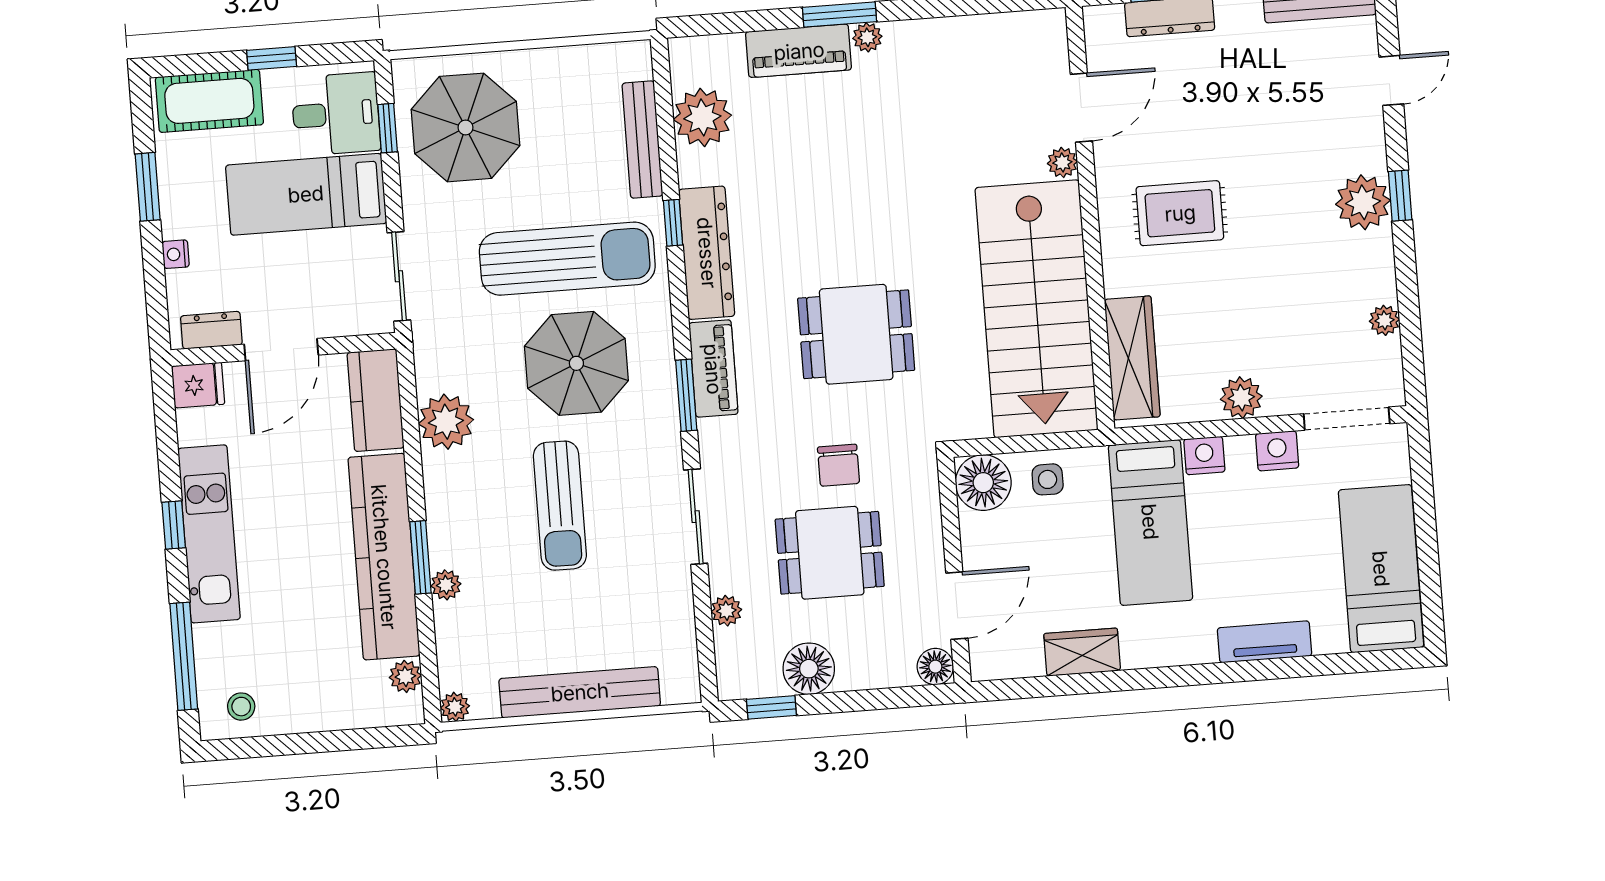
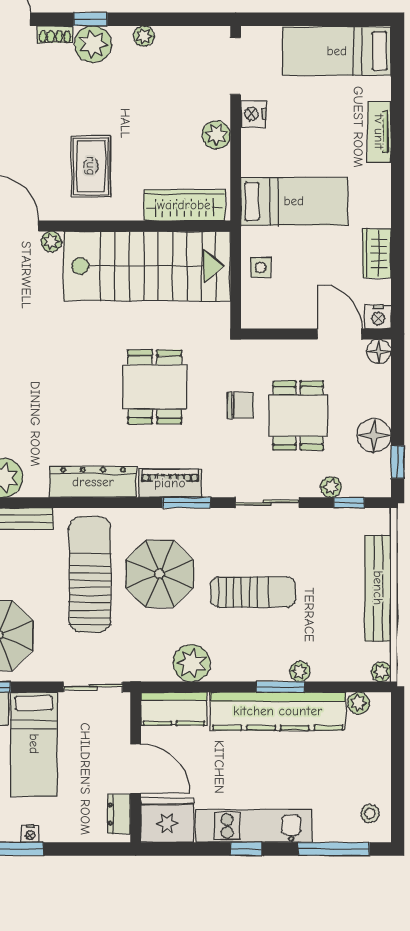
shoe rack: (1373, 144) -> (55, 34), added
window: (673, 223) -> (349, 503), moved
nightstand: (176, 254) -> (30, 834), moved
plant: (1384, 320) -> (144, 36), moved
fridge: (198, 385) -> (167, 820), width x1.88, depth x1.34
nightstand: (1204, 456) -> (378, 317), moved, turned -90
floor lamp: (983, 483) -> (259, 310), removed

